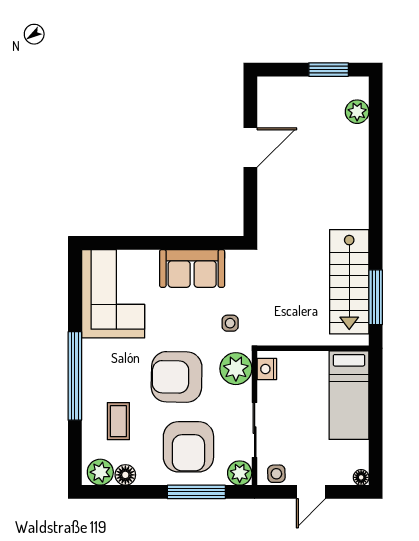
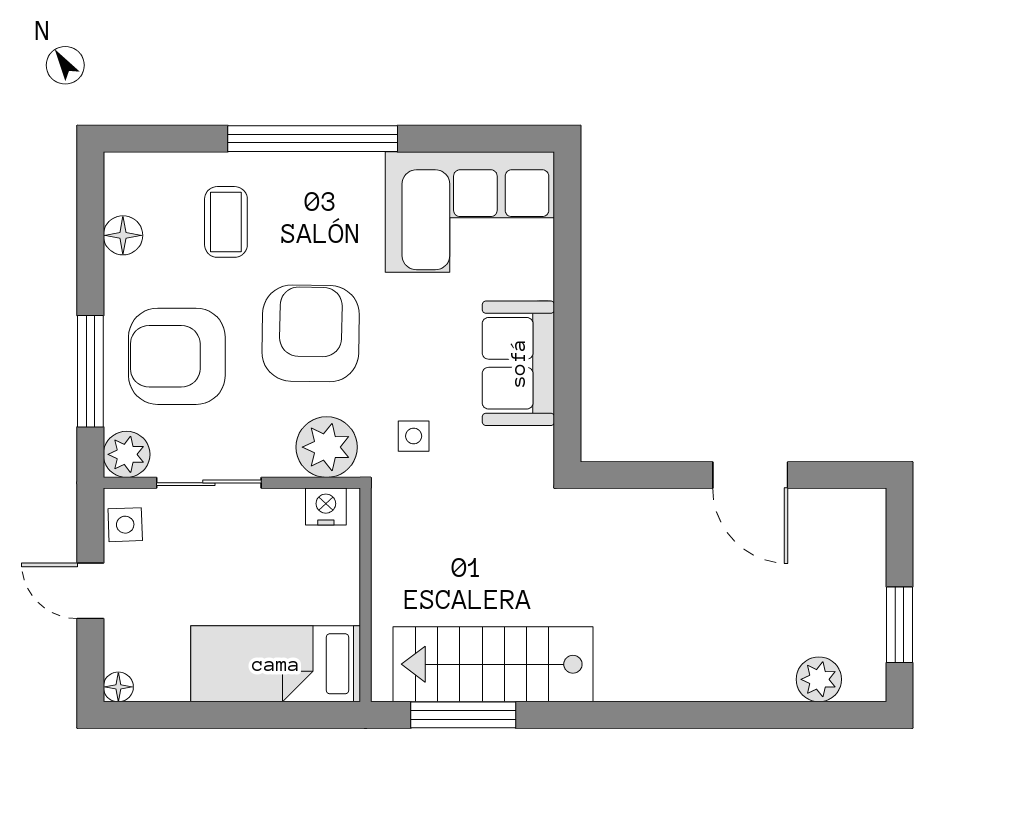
coffee table: (118, 421) -> (226, 222), turned 90
plant: (100, 472) -> (128, 187), removed

